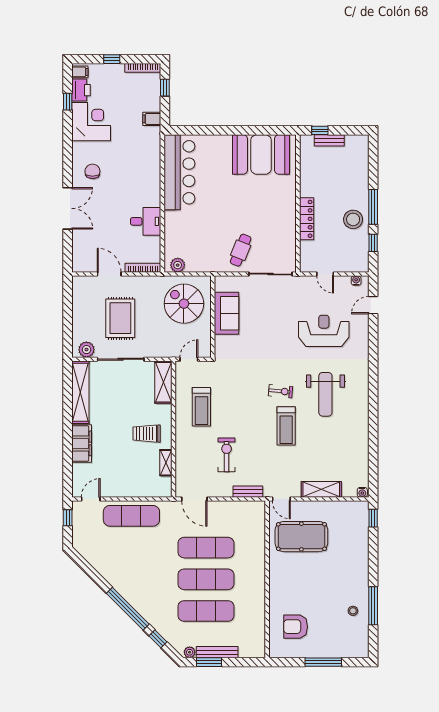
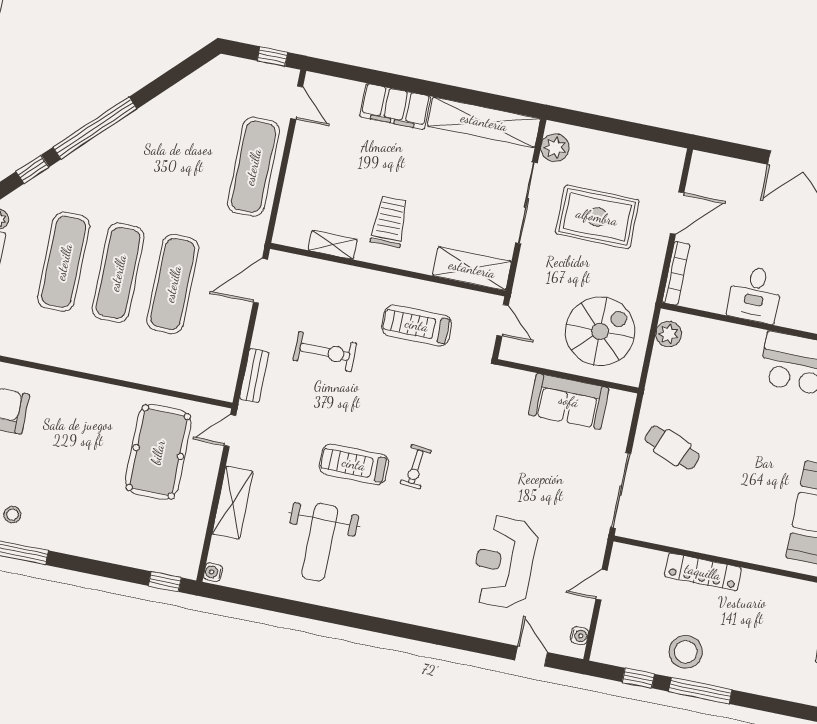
reception desk: (324, 331) -> (504, 562), turned 180
weight bench: (325, 394) -> (320, 542), moved, turned -90

